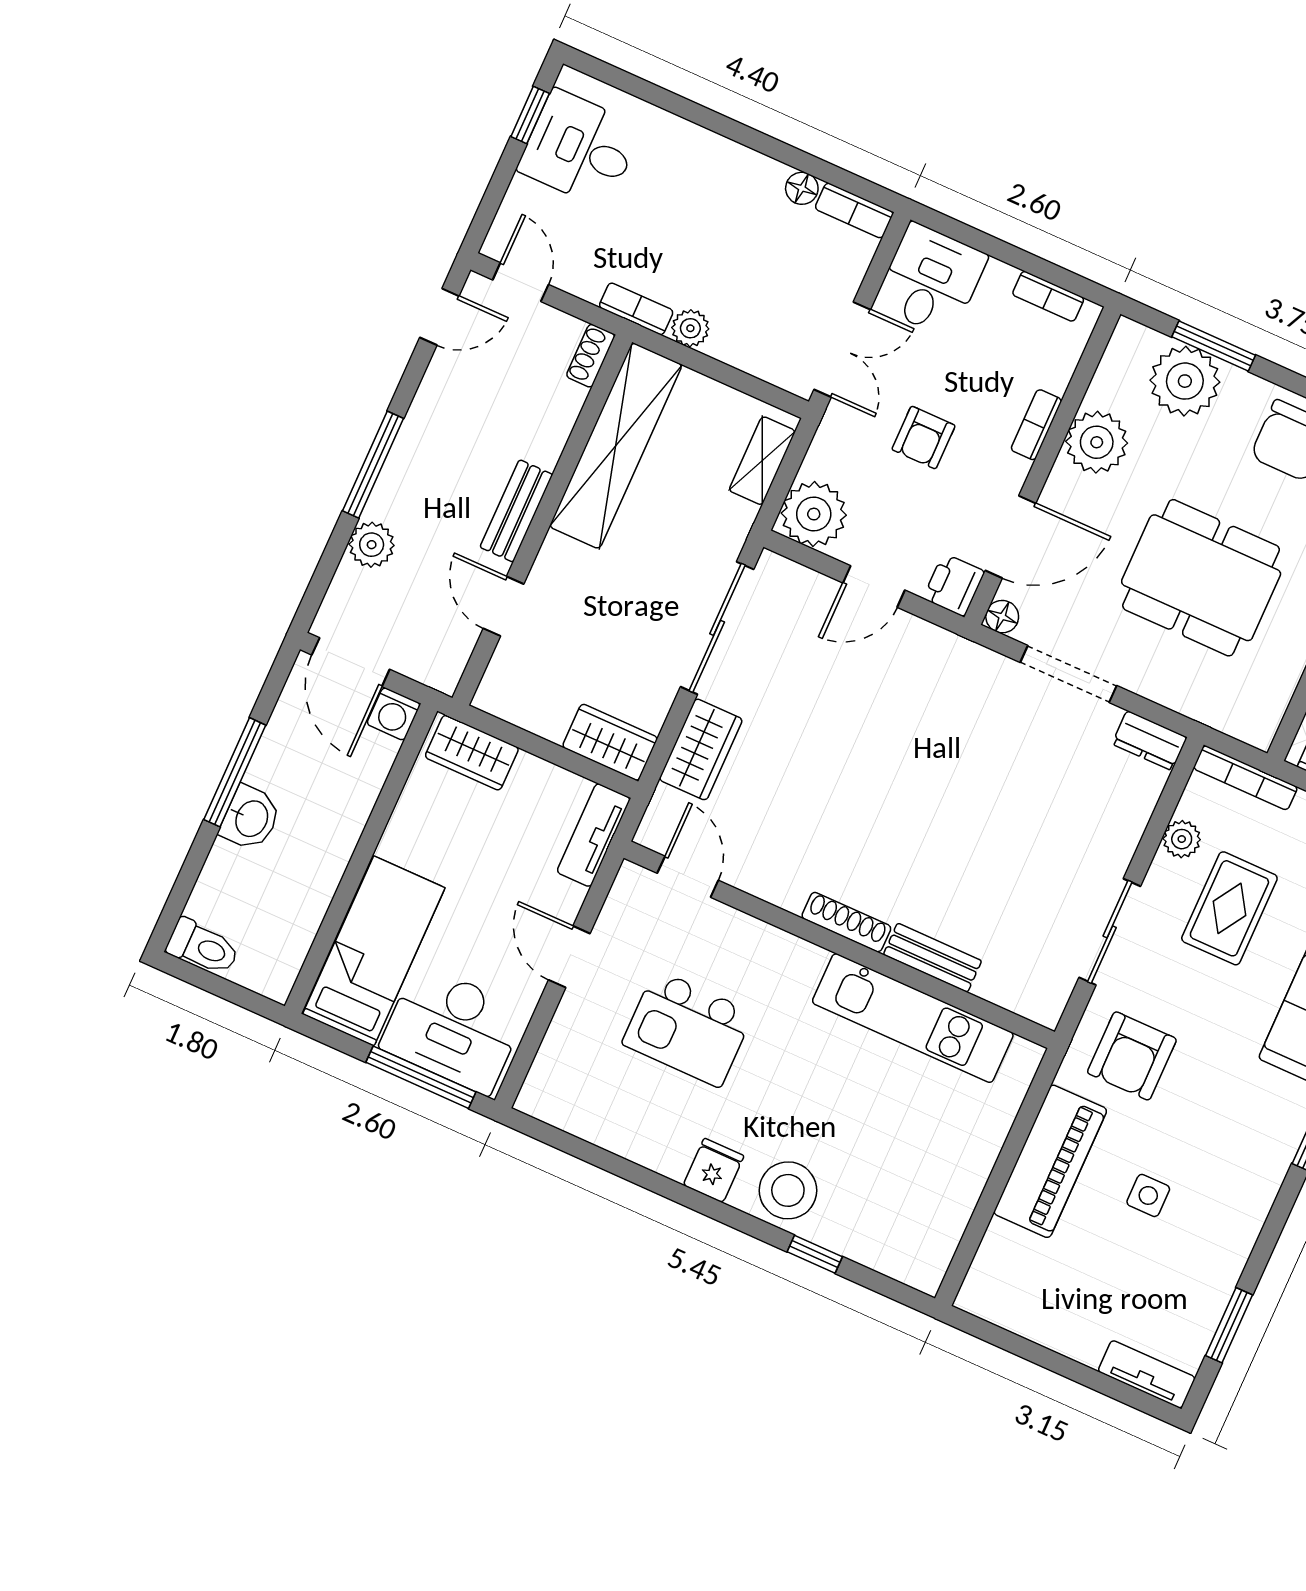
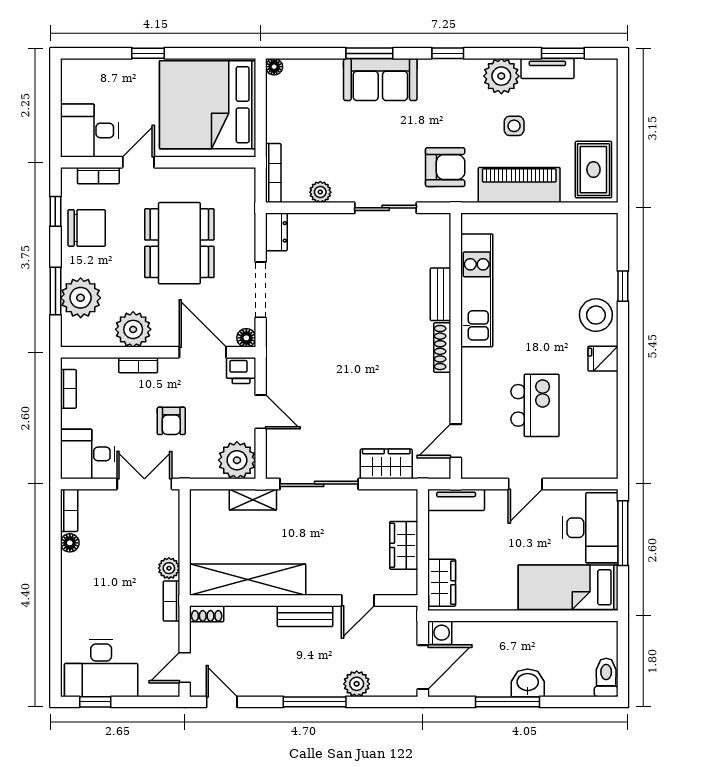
desk: (580, 149) -> (101, 668), width x1.37
armchair: (924, 438) -> (171, 421), turned 90
shelving: (762, 461) -> (253, 500), moved
wardrobe: (610, 742) -> (404, 545), moved
rug: (1229, 908) -> (593, 170), moved, turned 90
plant: (1237, 1211) -> (501, 76), added
tv unit: (1147, 1374) -> (547, 68), moved, turned -90

